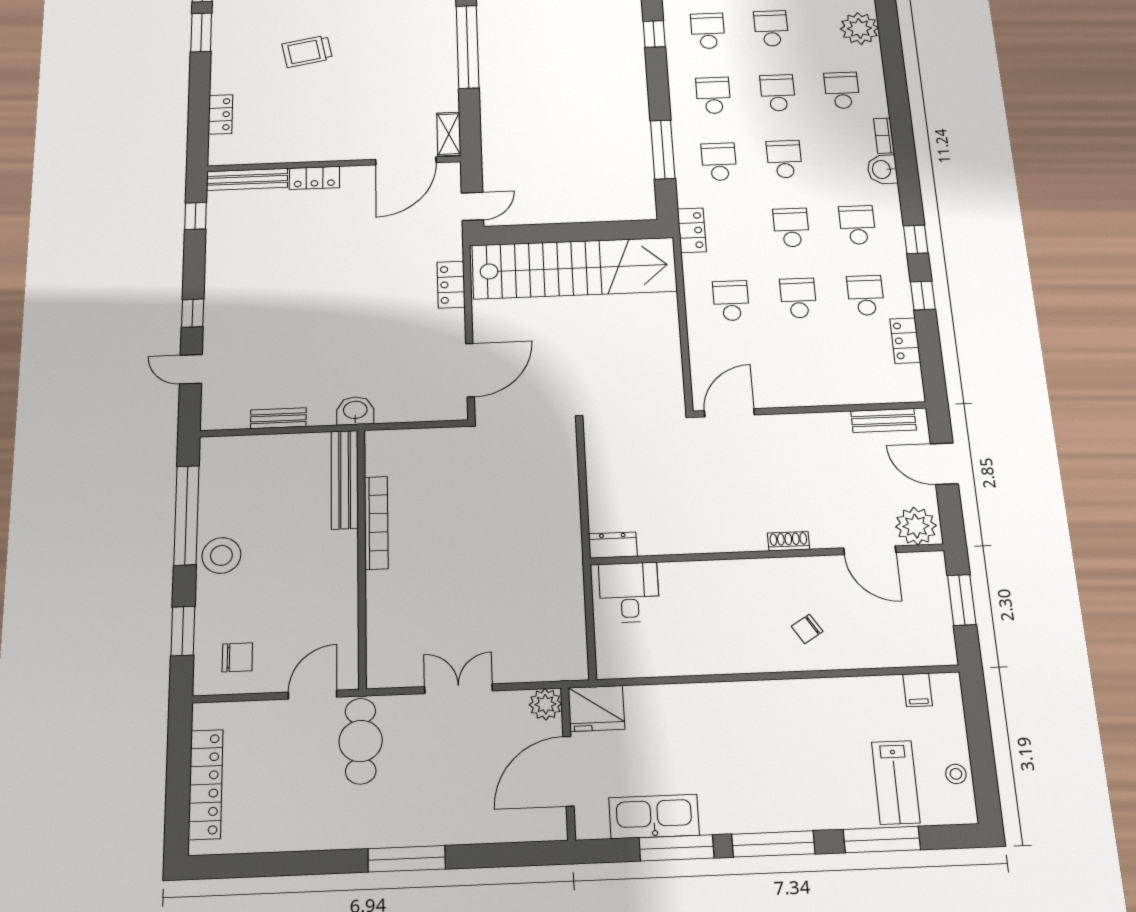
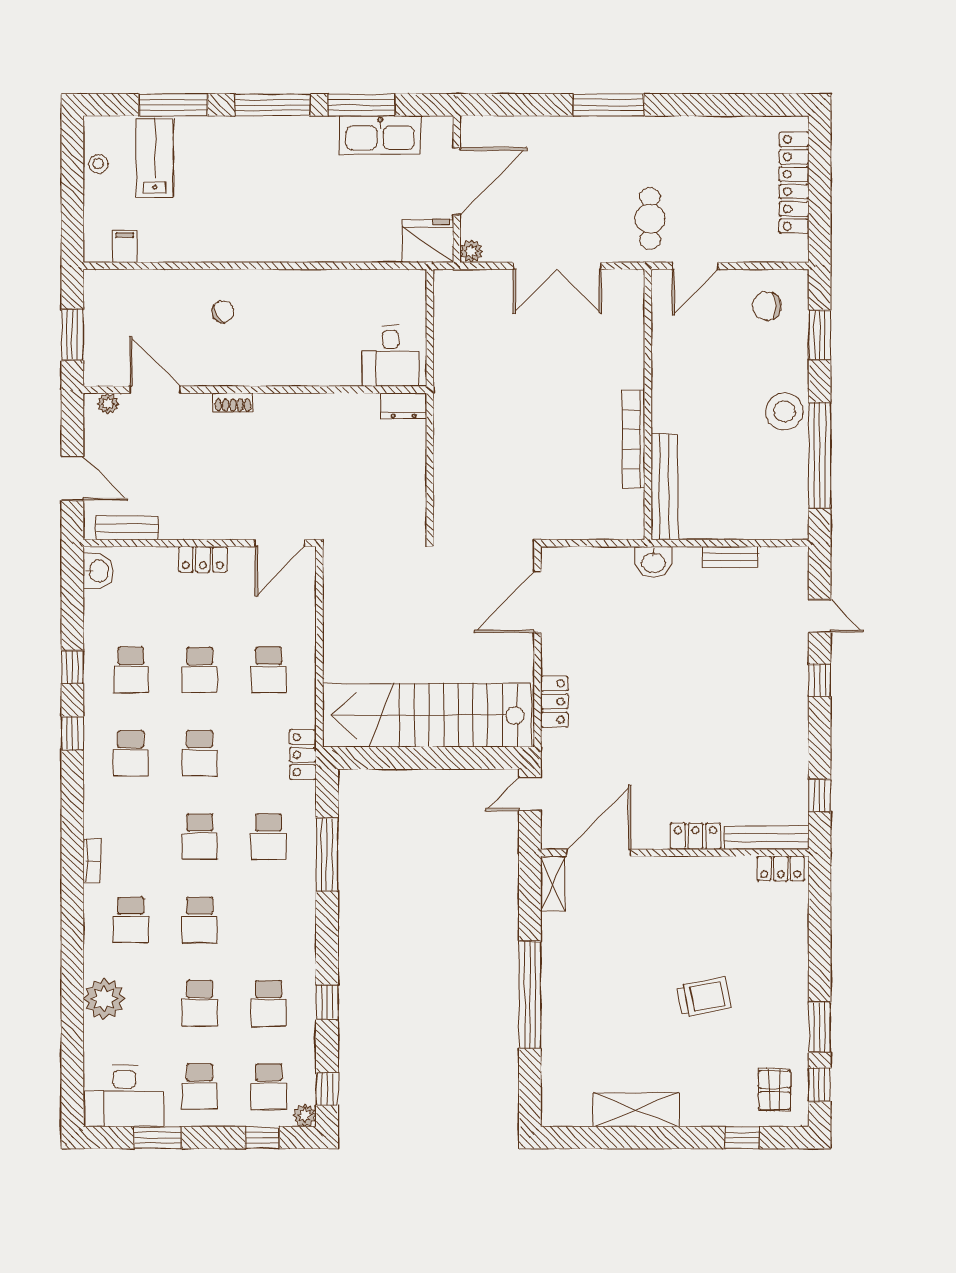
school desk: (713, 95) -> (269, 920), removed
locker: (220, 114) -> (781, 868), moved, turned -90
washbasin: (882, 169) -> (98, 571), moved
locker: (905, 341) -> (203, 559), moved, turned 90
plant: (916, 526) -> (108, 404), width x0.53, depth x0.53
double door: (458, 689) -> (557, 266), width x1.37
plant: (545, 704) -> (471, 251), width x0.73, depth x0.73
cafe table: (361, 741) -> (650, 218), width x0.73, depth x0.74

